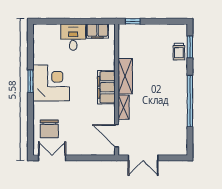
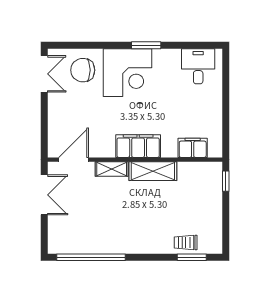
filing cabinet: (97, 31) -> (193, 148), moved, turned 90
desk: (73, 37) -> (198, 66), moved, turned -90
corner desk: (51, 83) -> (127, 73), moved
window: (190, 101) -> (91, 257), moved
double door: (143, 158) -> (44, 195), swing flipped

